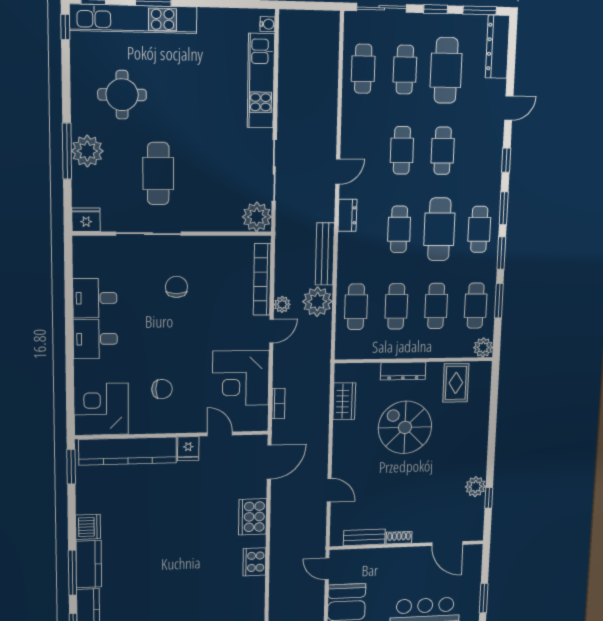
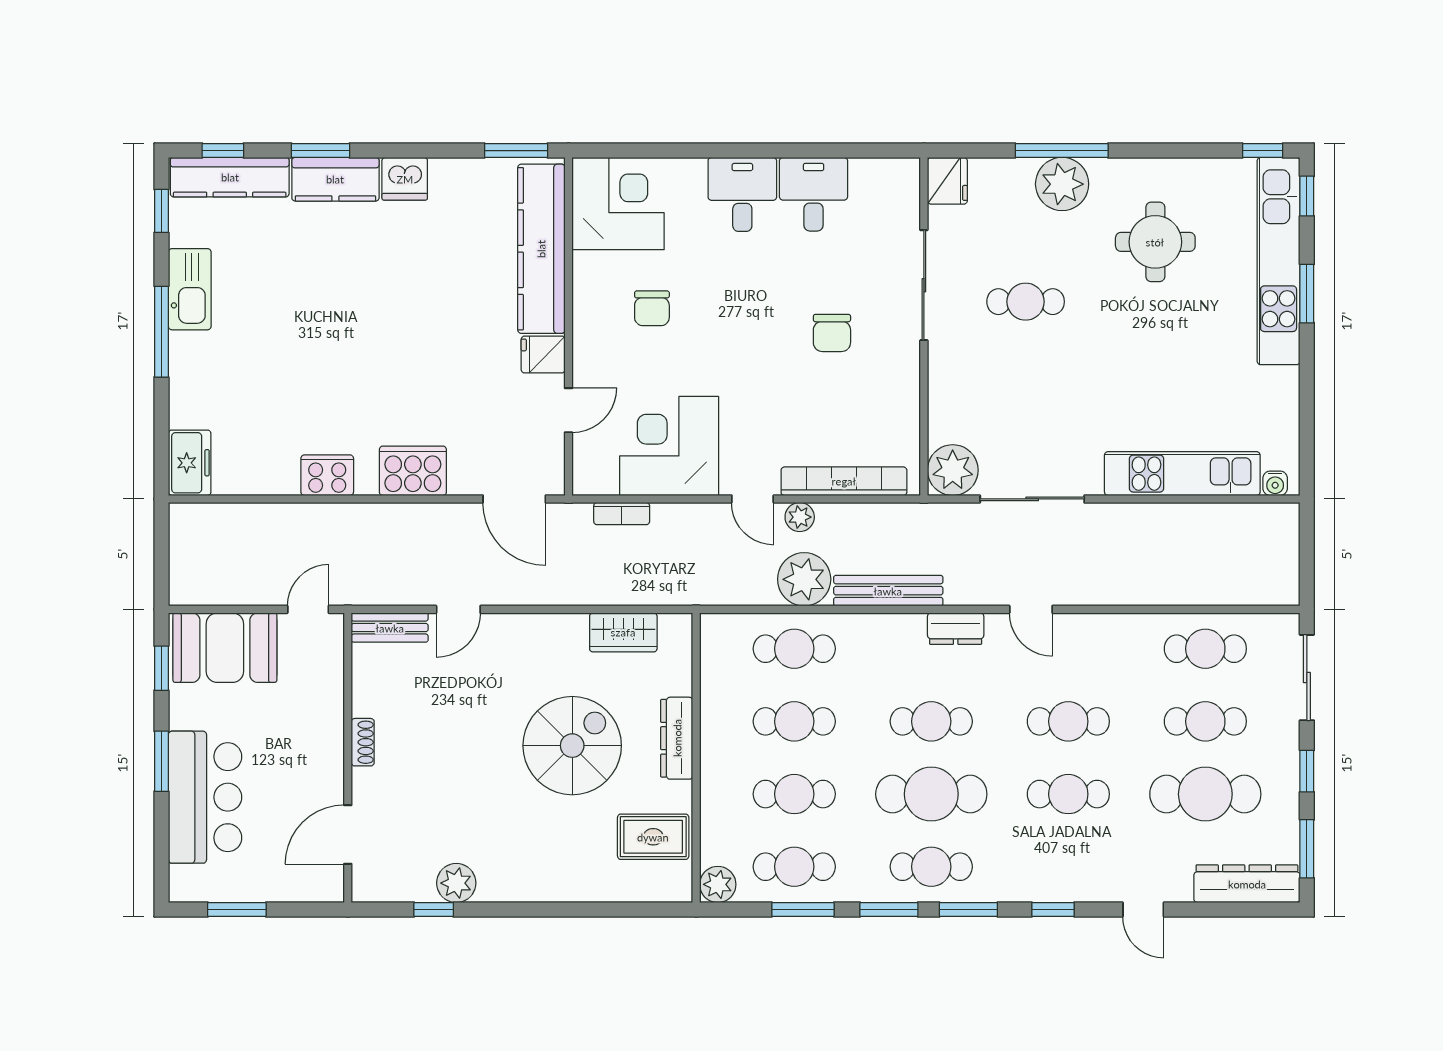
cafe table: (158, 174) -> (1026, 302), width x0.73, depth x0.74
chair: (176, 287) -> (832, 333), turned 90
bench: (364, 537) -> (390, 628), moved, turned 90
window: (72, 573) -> (320, 151), width x0.69

